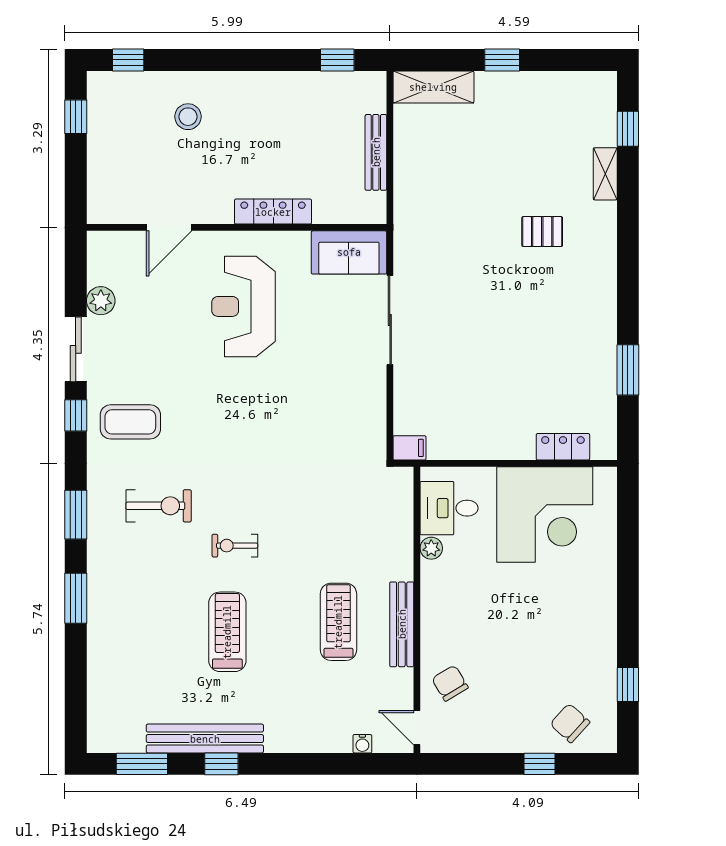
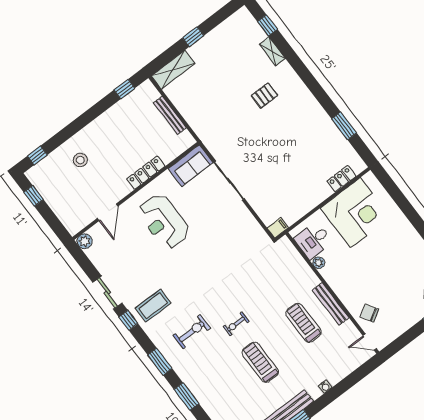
plant: (101, 301) -> (85, 241), moved
water cooler: (362, 744) -> (325, 387), moved

